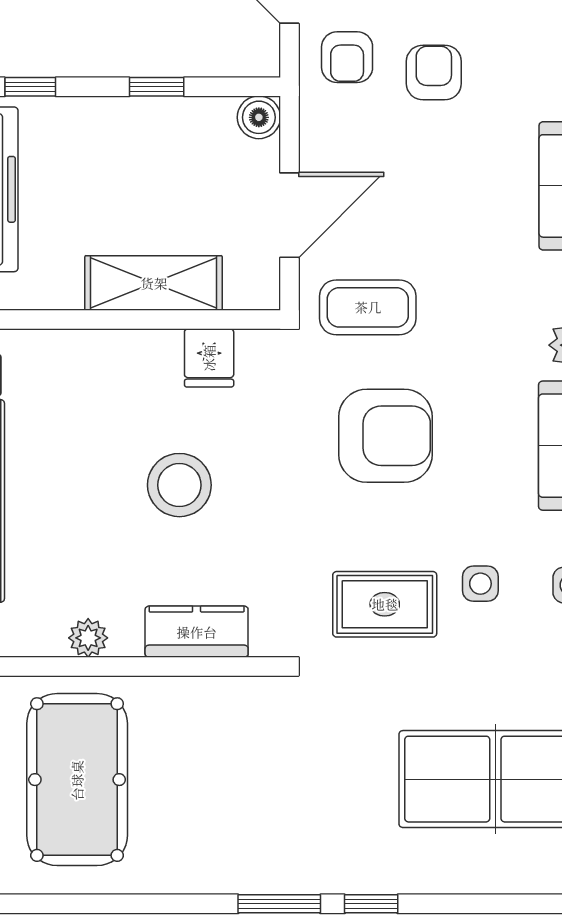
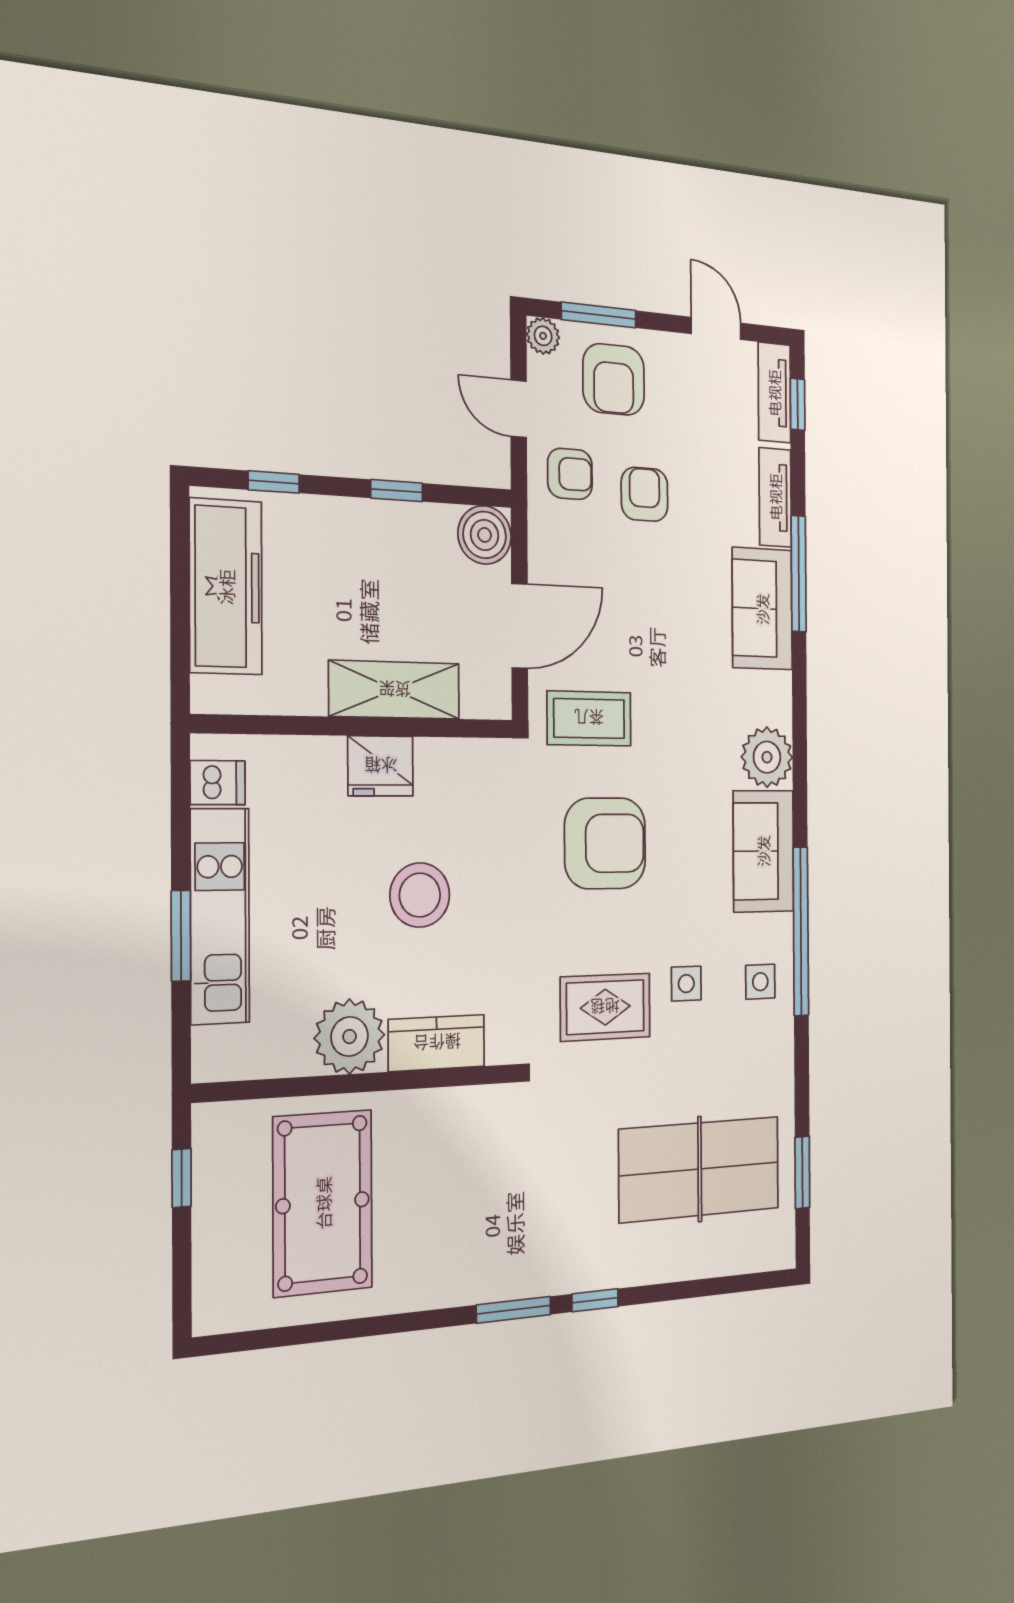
armchair: (347, 57) -> (570, 474), turned -90
boiler: (259, 117) -> (485, 535), width x1.36, depth x1.36
fridge: (209, 358) -> (381, 766), moved, width x1.38
plant: (88, 638) -> (349, 1037), width x1.88, depth x1.88

